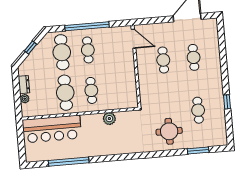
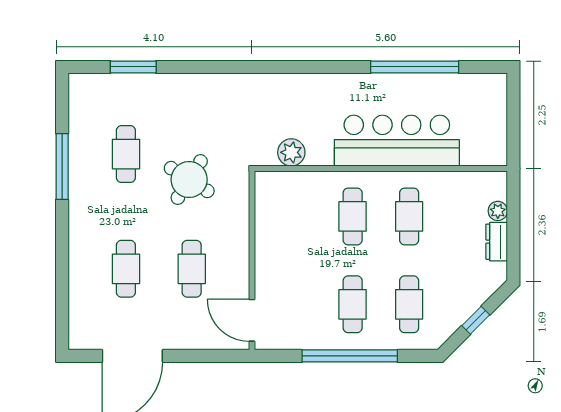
cafe table: (62, 52) -> (409, 304), width x0.73, depth x0.74
cafe table: (65, 93) -> (409, 216), width x0.73, depth x0.74
window: (227, 102) -> (62, 167), width x2.17
plant: (109, 119) -> (291, 152), moved
bar counter: (52, 129) -> (397, 141), moved
round table: (169, 131) -> (189, 180), moved, turned 32

